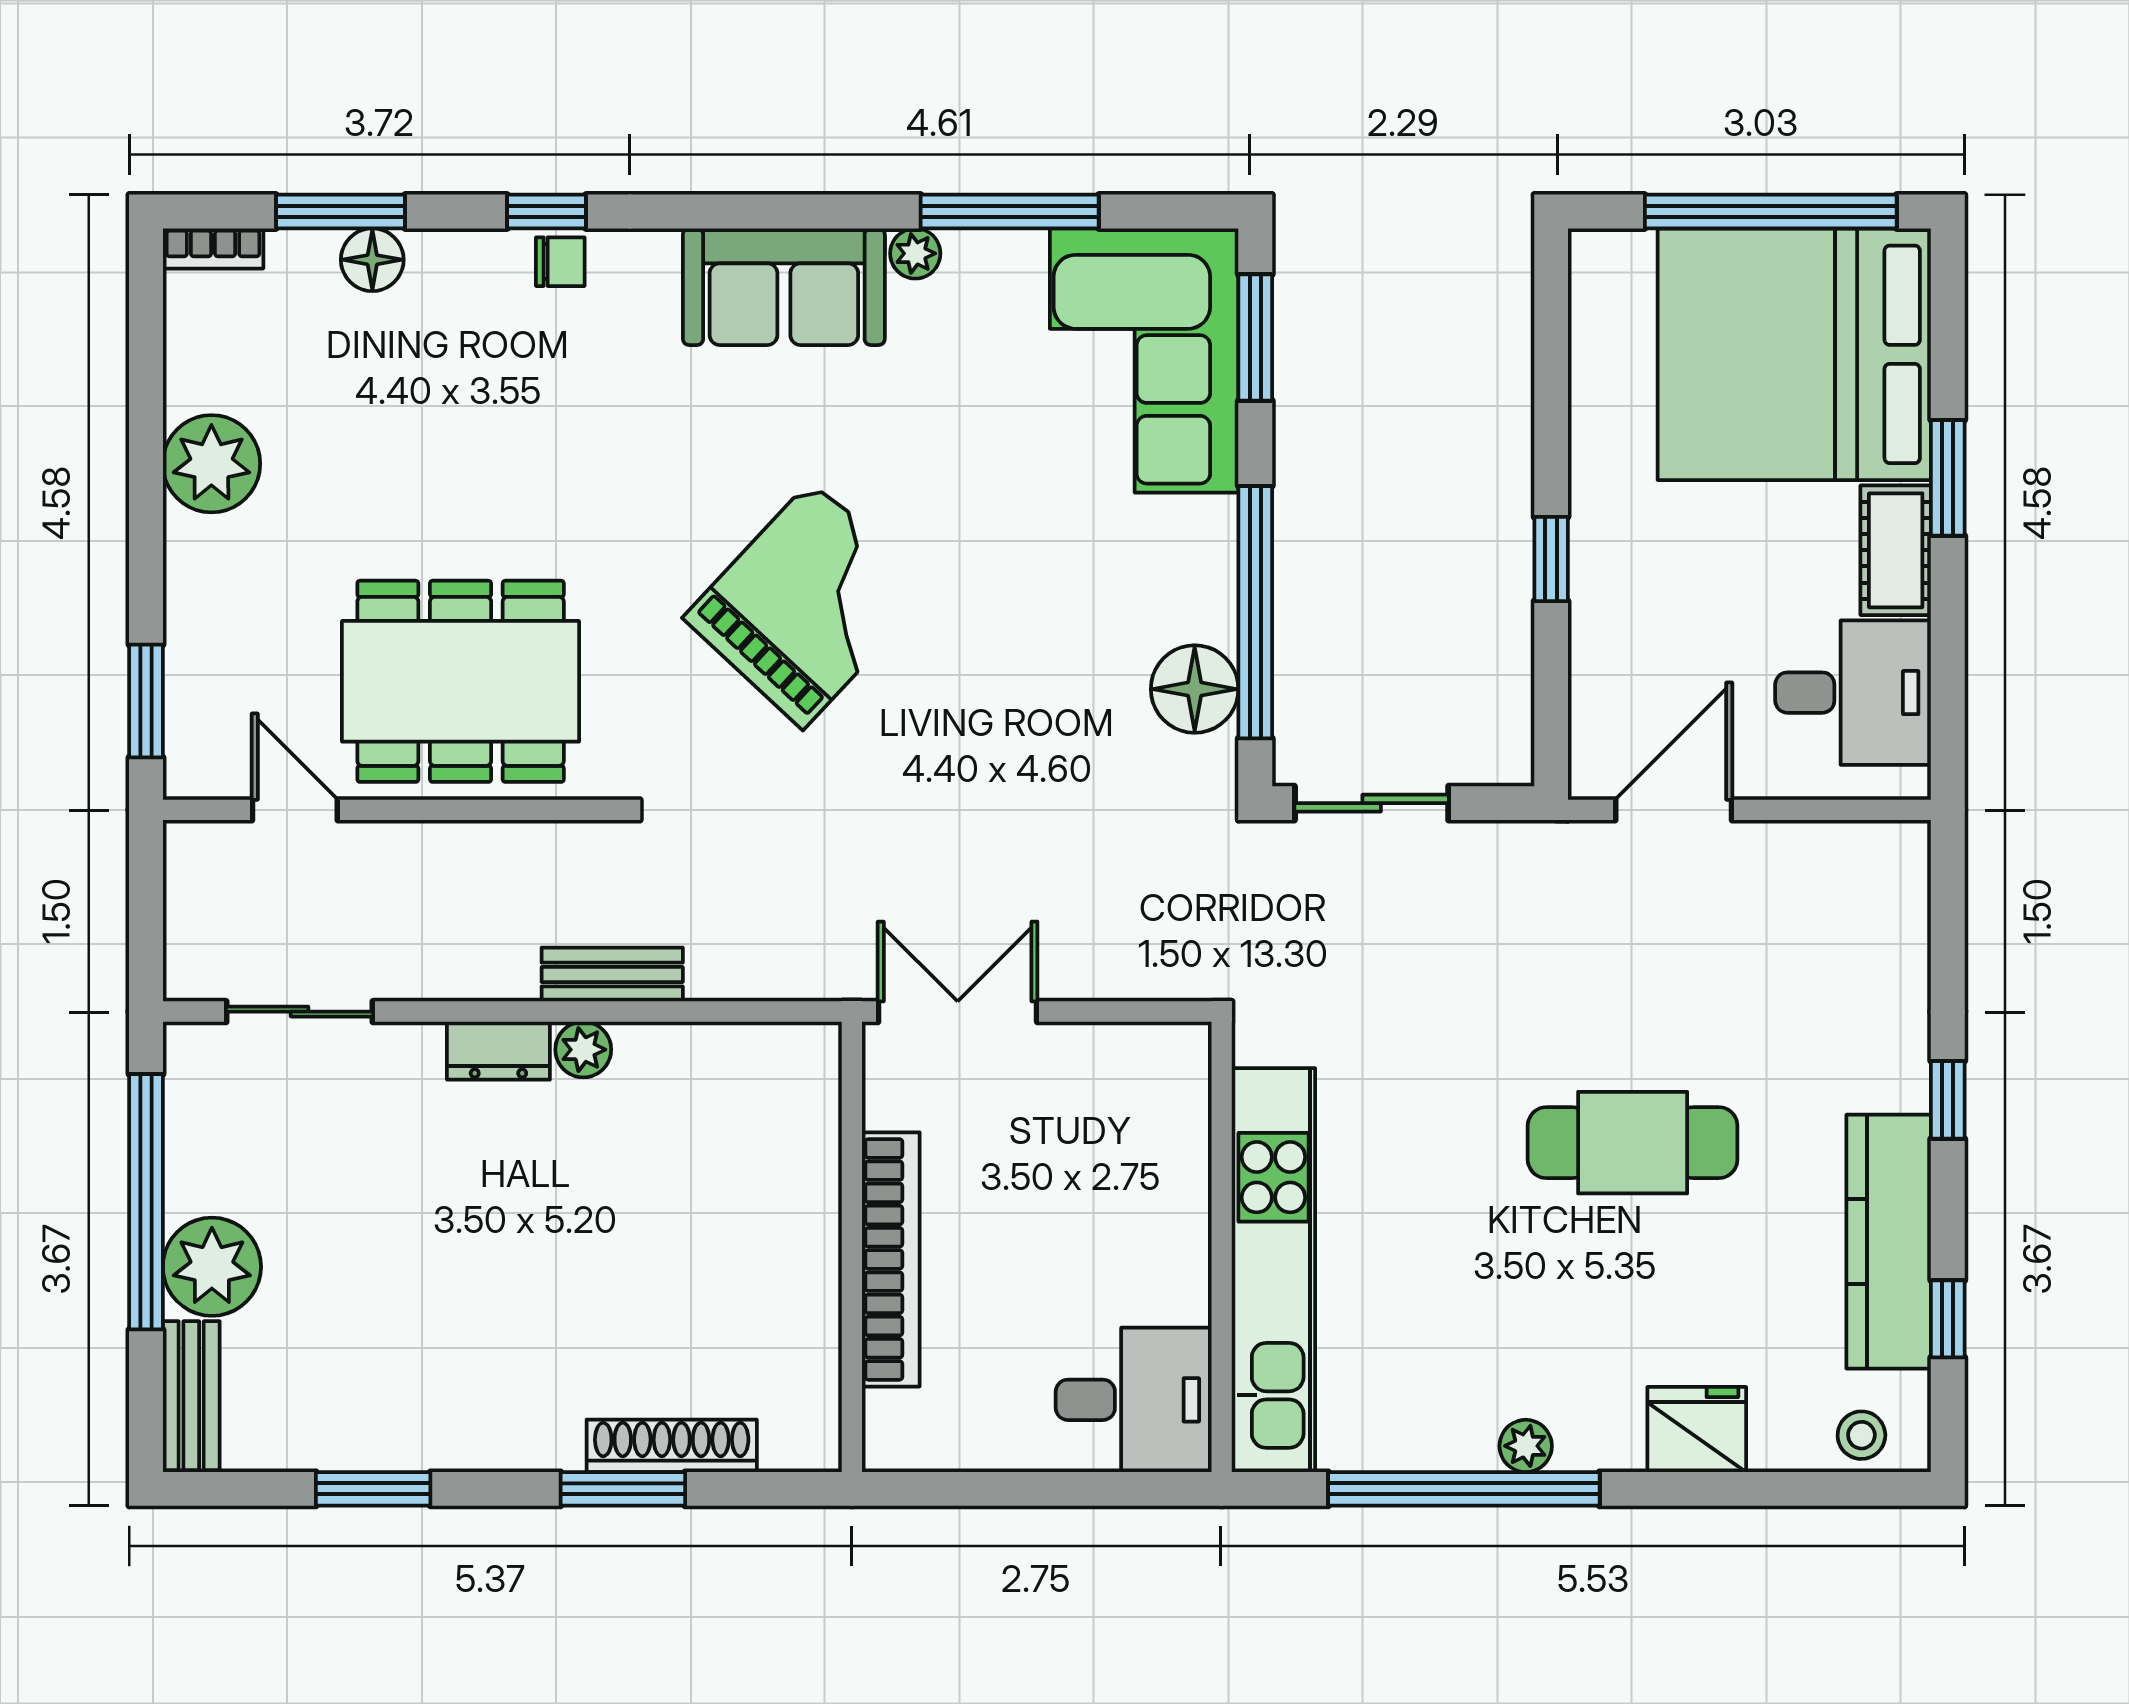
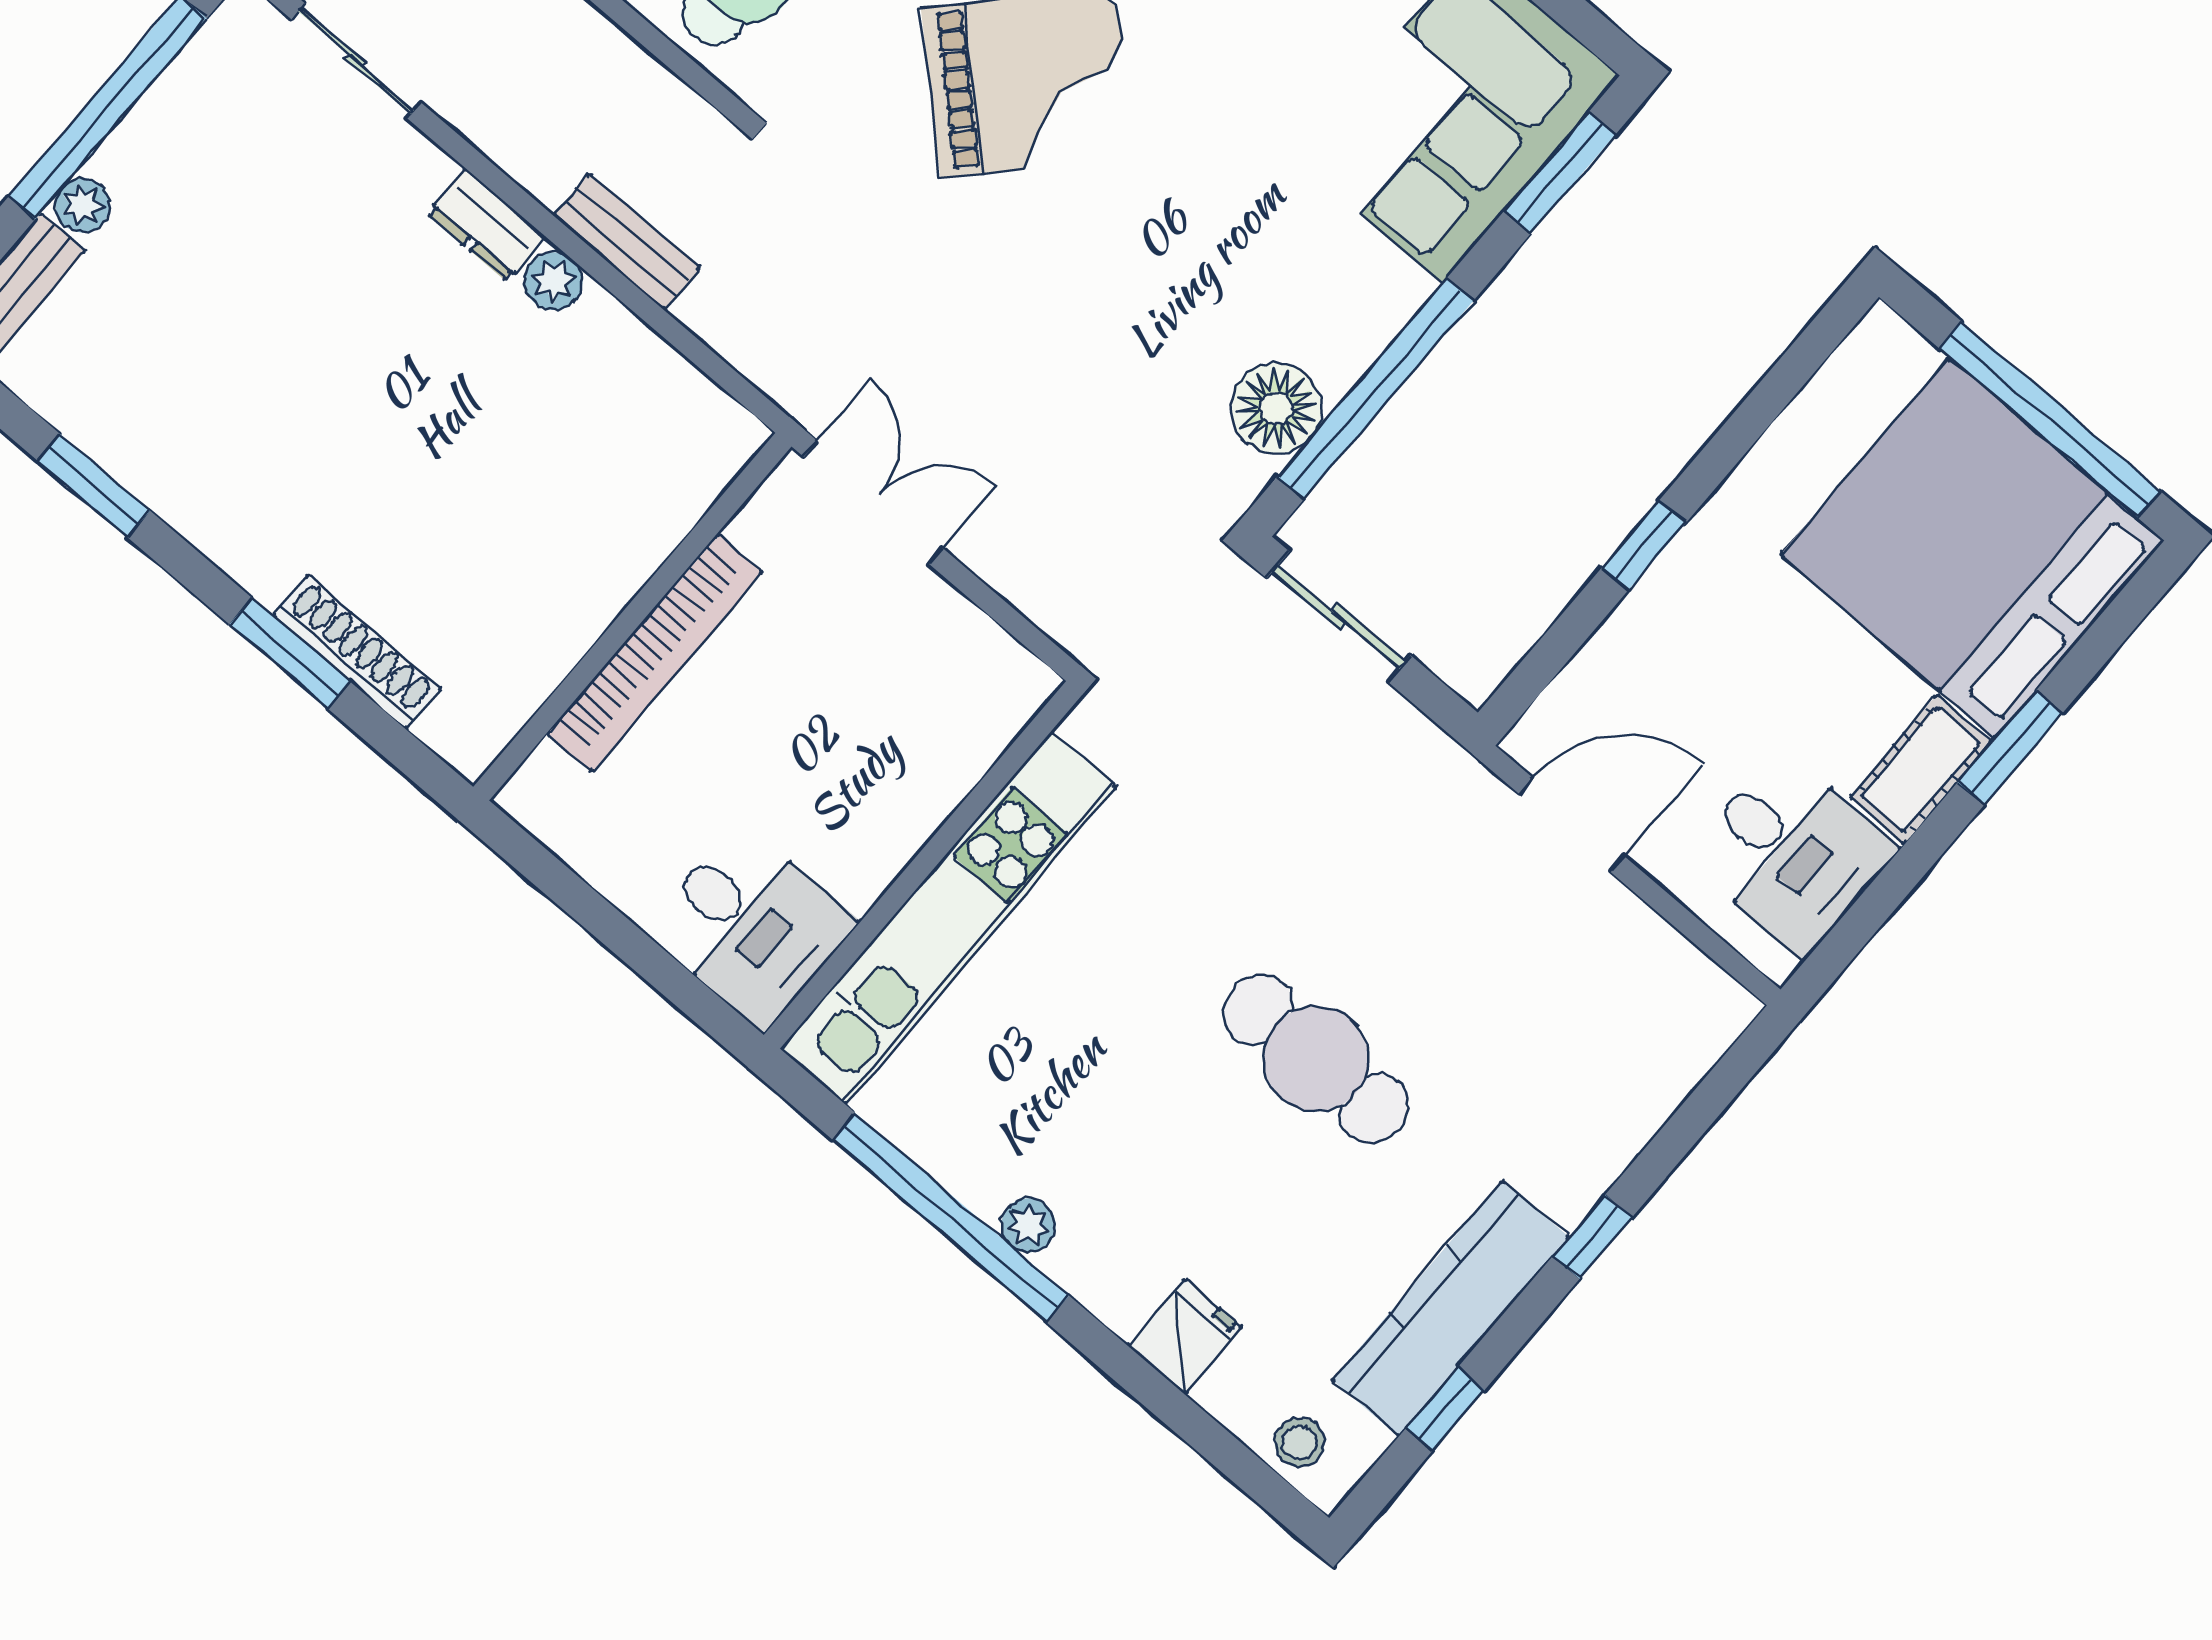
plant: (212, 1267) -> (83, 205), width x0.53, depth x0.53
fridge: (1697, 1430) -> (1185, 1337), width x0.72

